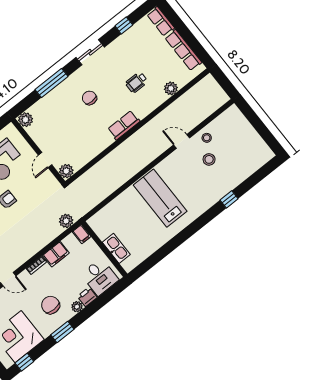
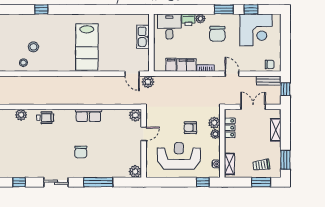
wheelchair: (137, 82) -> (45, 118), moved
row of seats: (124, 125) -> (88, 115), moved
door: (182, 141) -> (132, 74), moved
plant: (66, 221) -> (148, 82), moved
filing cabinet: (82, 234) -> (171, 65), moved
window: (24, 362) -> (251, 9), moved

